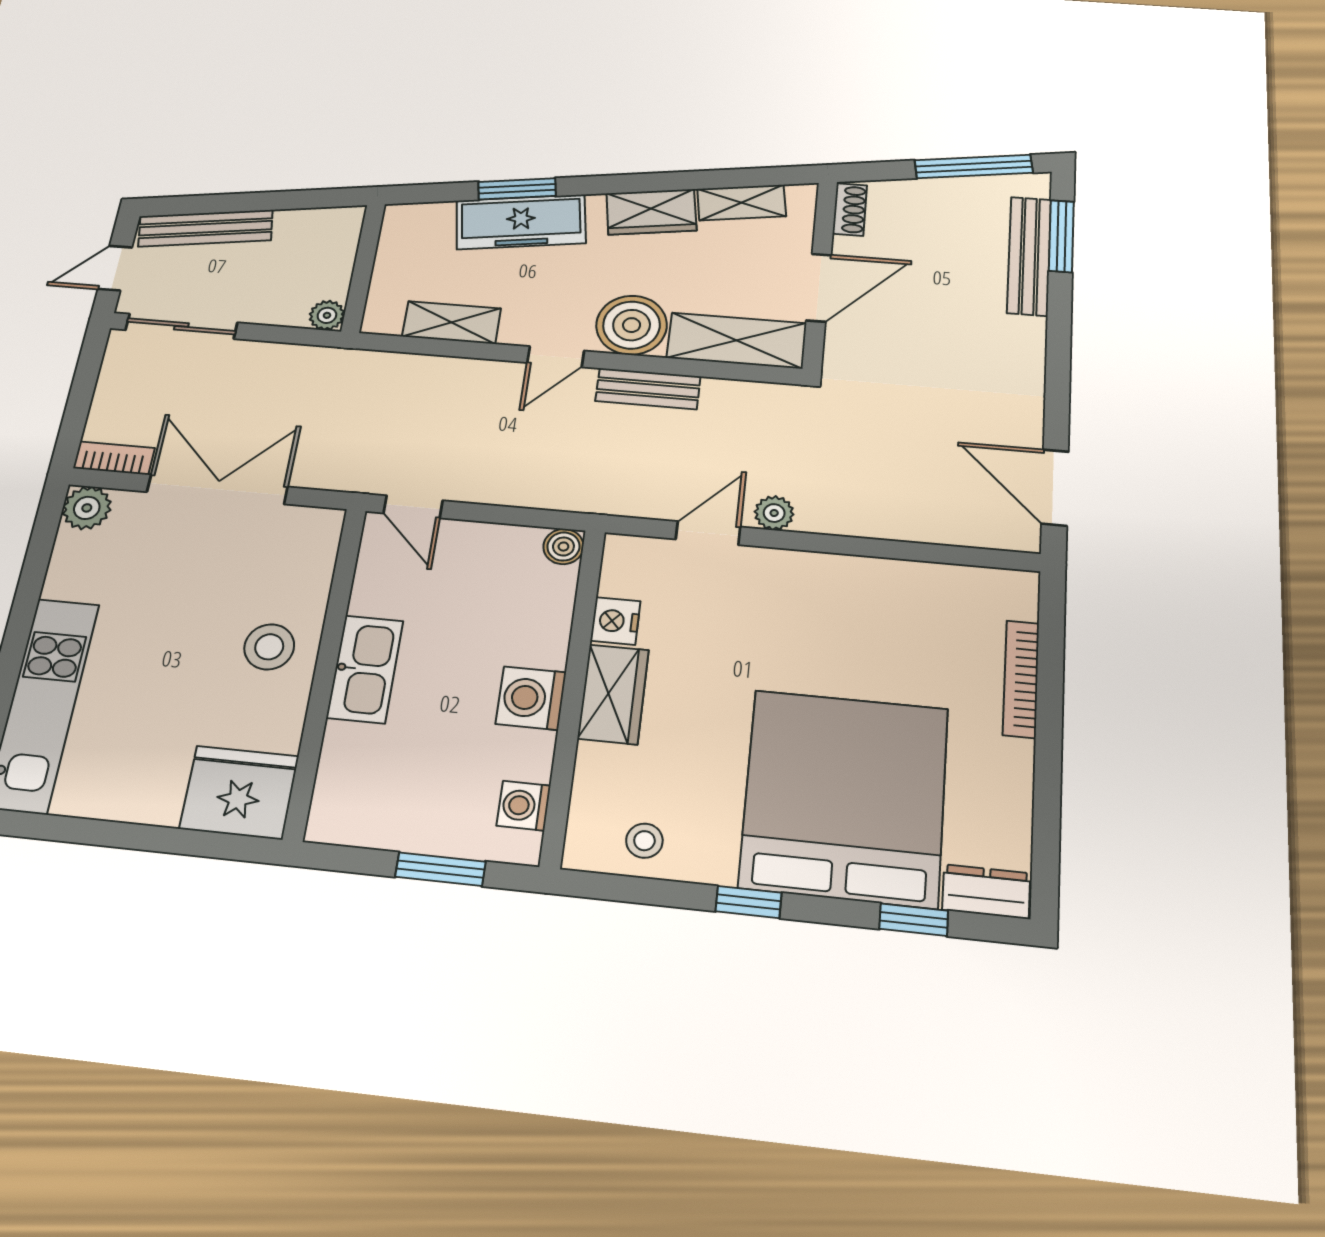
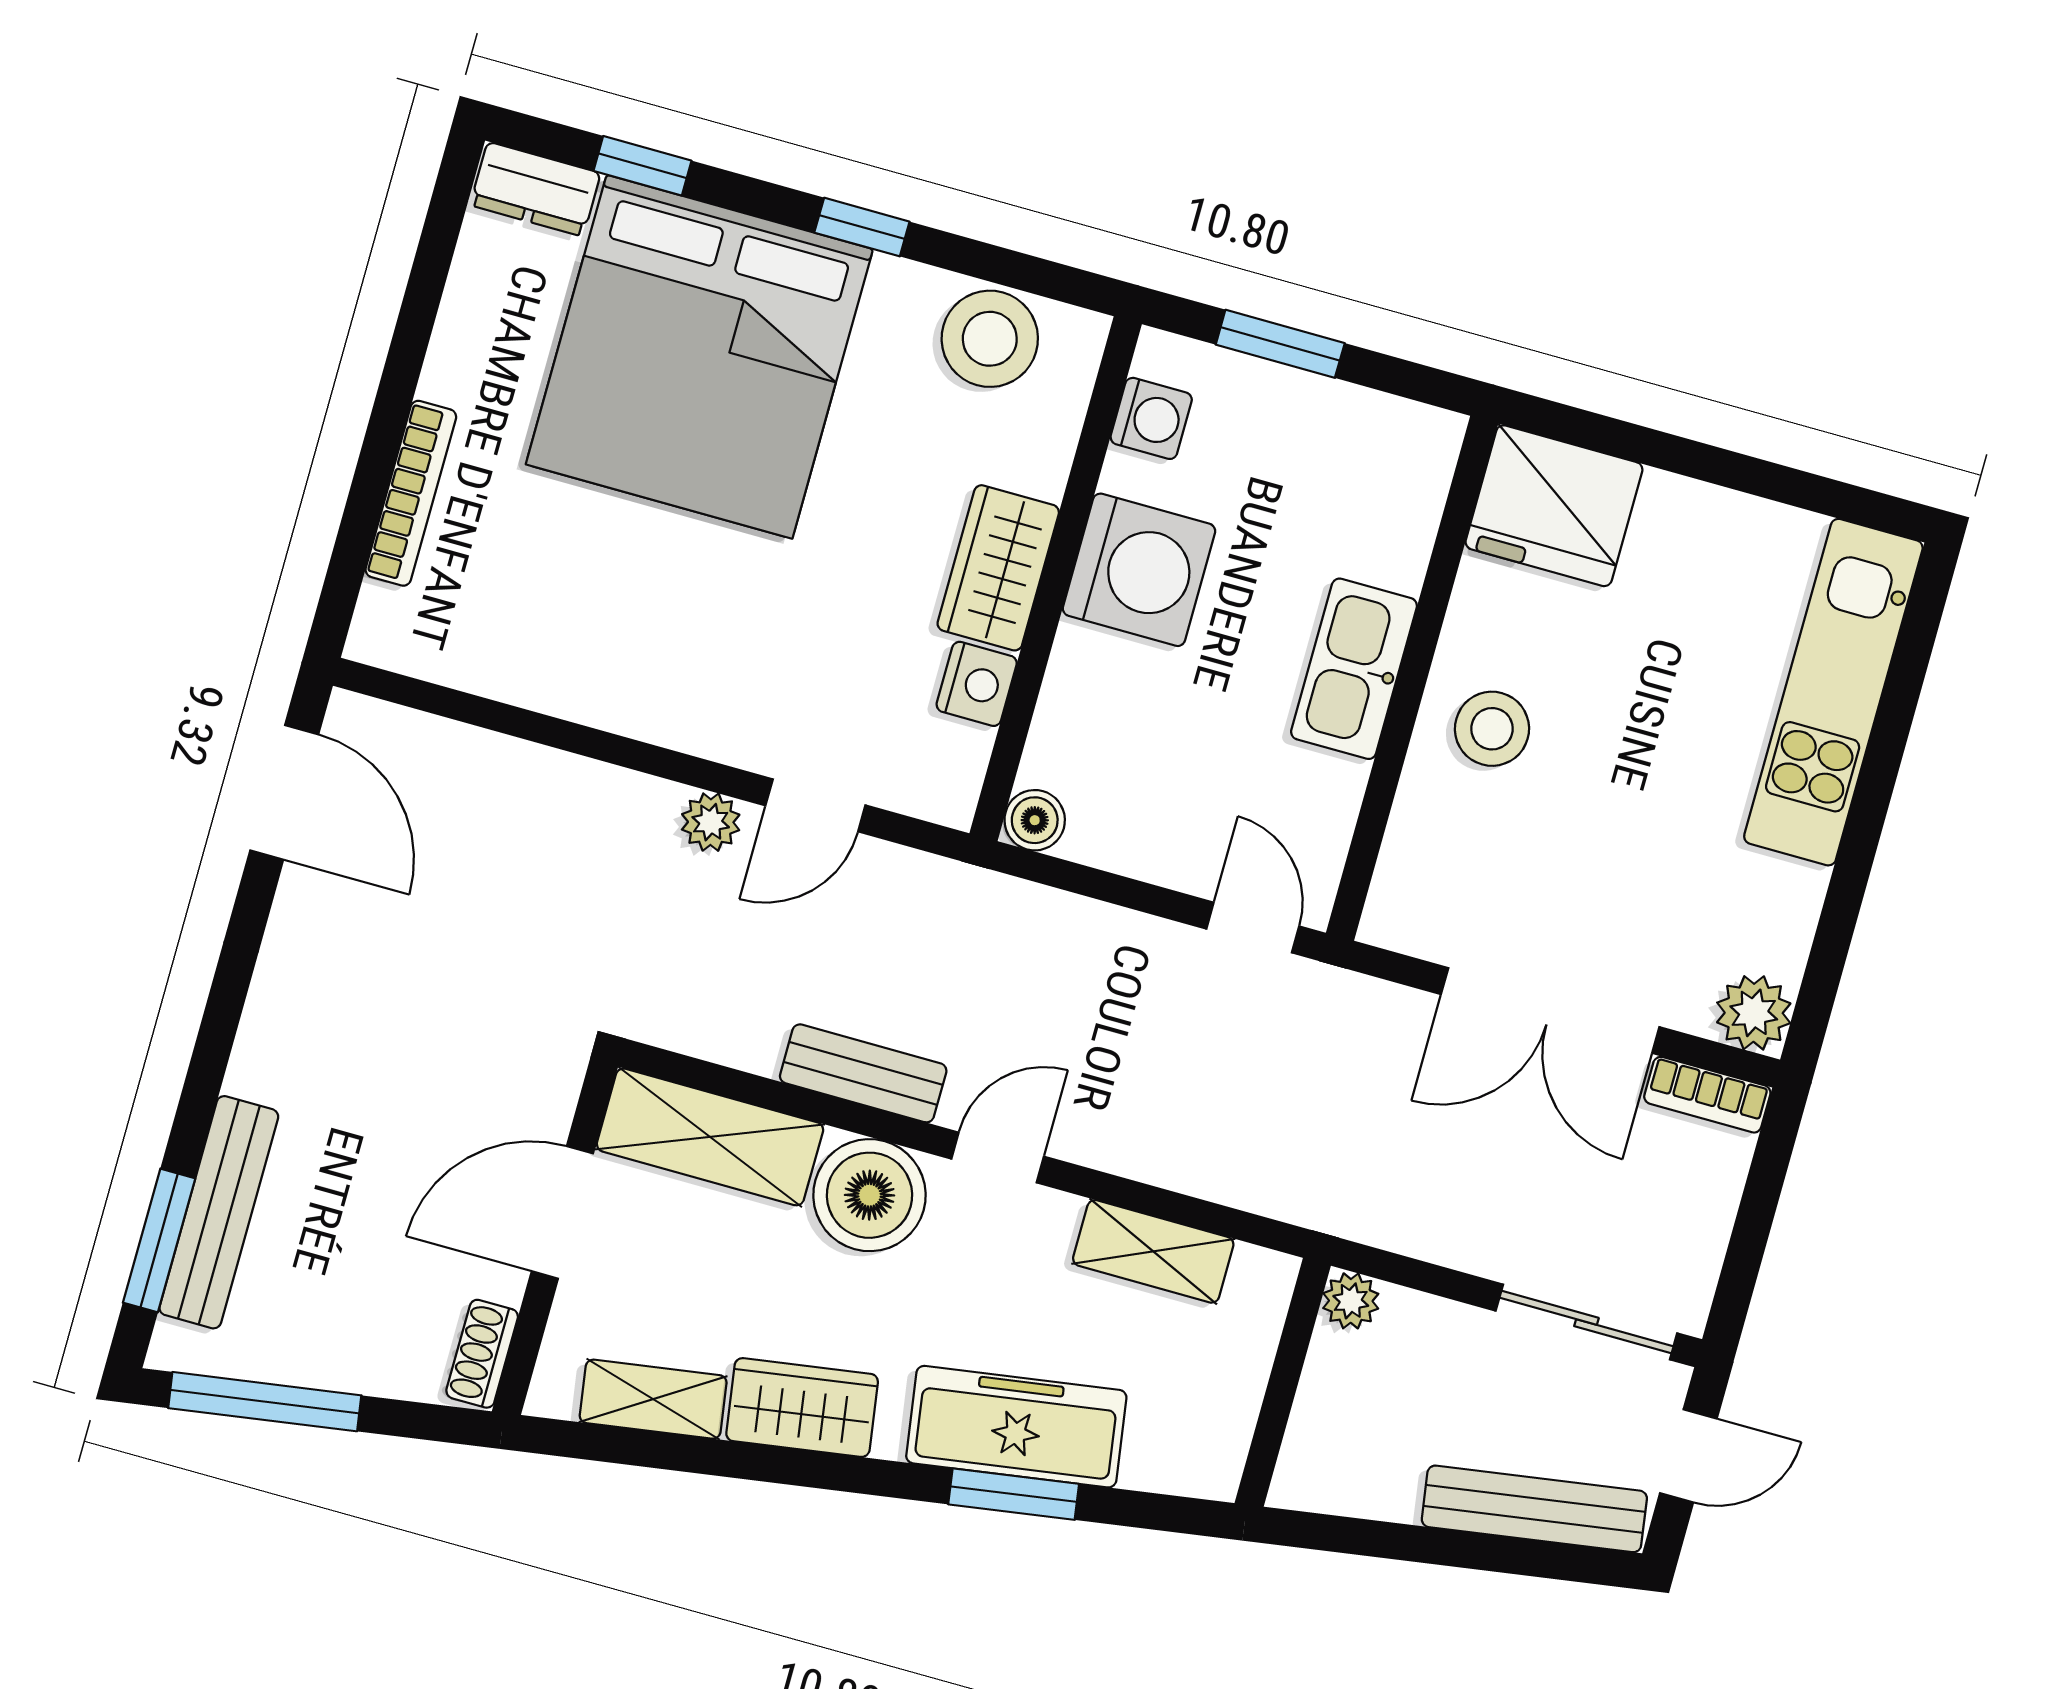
washing machine: (531, 698) -> (1139, 570), width x1.37, depth x1.37
stool: (644, 841) -> (990, 339), width x1.89, depth x1.89

